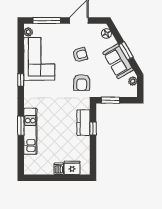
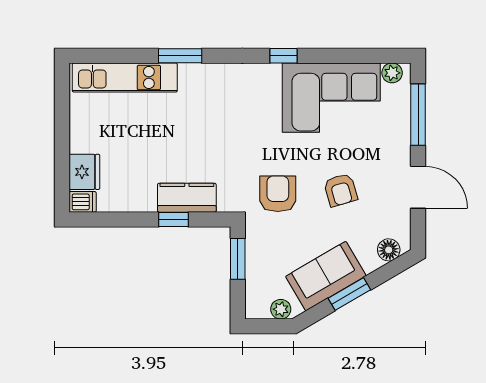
armchair: (82, 82) -> (278, 194), turned 90
kitchen unit: (30, 131) -> (125, 78), moved
dishwasher: (59, 169) -> (83, 202), moved

